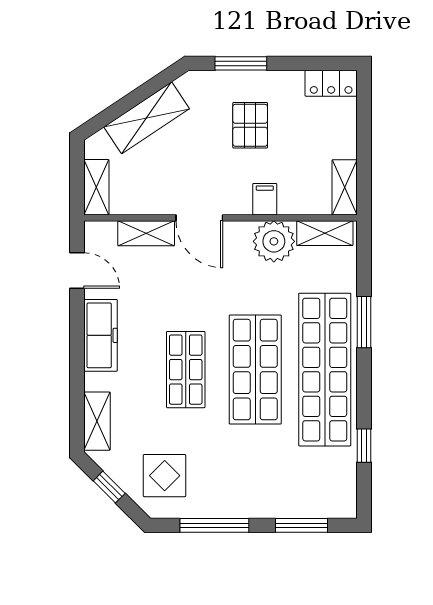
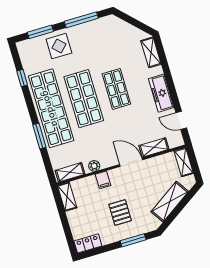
plant: (274, 241) -> (94, 166), width x0.53, depth x0.53
display table: (165, 476) -> (59, 46), moved
window: (109, 487) -> (136, 23), removed

